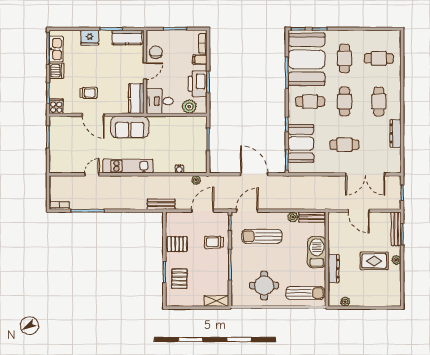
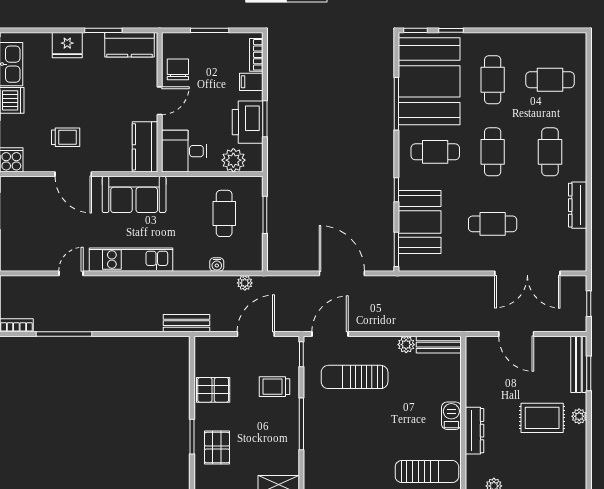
cafe table: (184, 138) -> (224, 213), added
barbecue: (317, 252) -> (451, 416), width x0.53, depth x0.65
round table: (264, 286) -> (358, 459), removed

